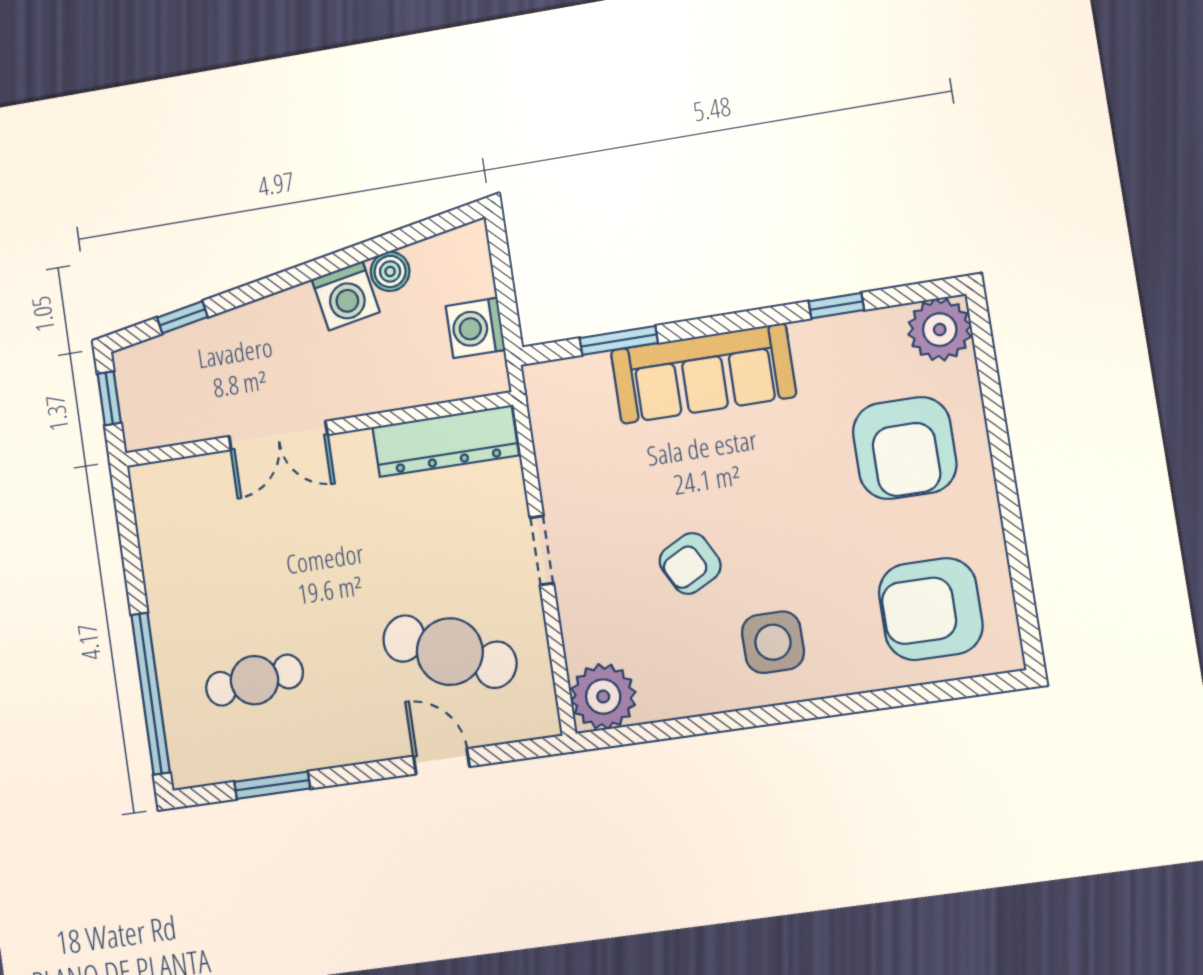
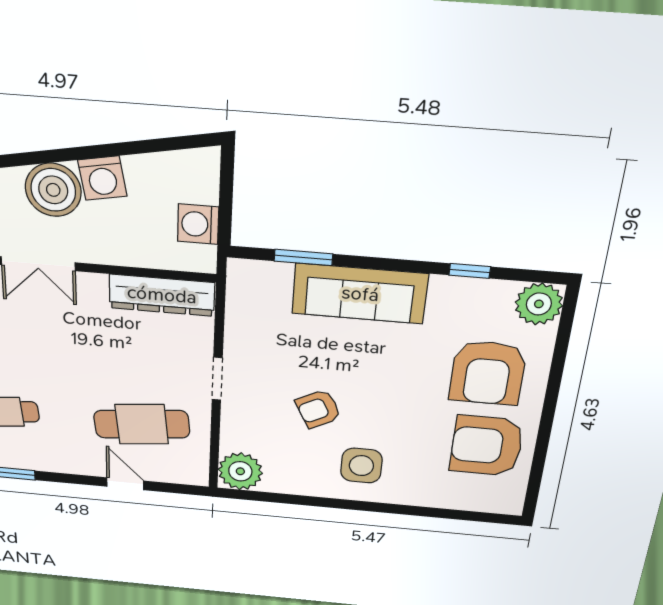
boiler: (390, 271) -> (53, 190), moved, width x1.86, depth x1.86
armchair: (931, 609) -> (487, 446), moved
cafe table: (450, 652) -> (142, 424), turned -30

